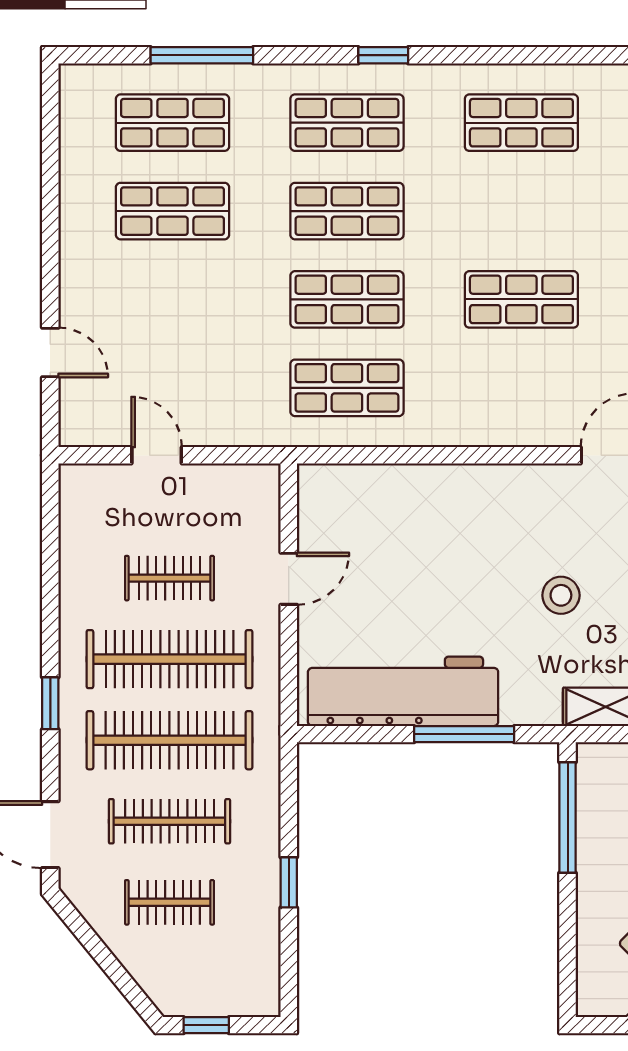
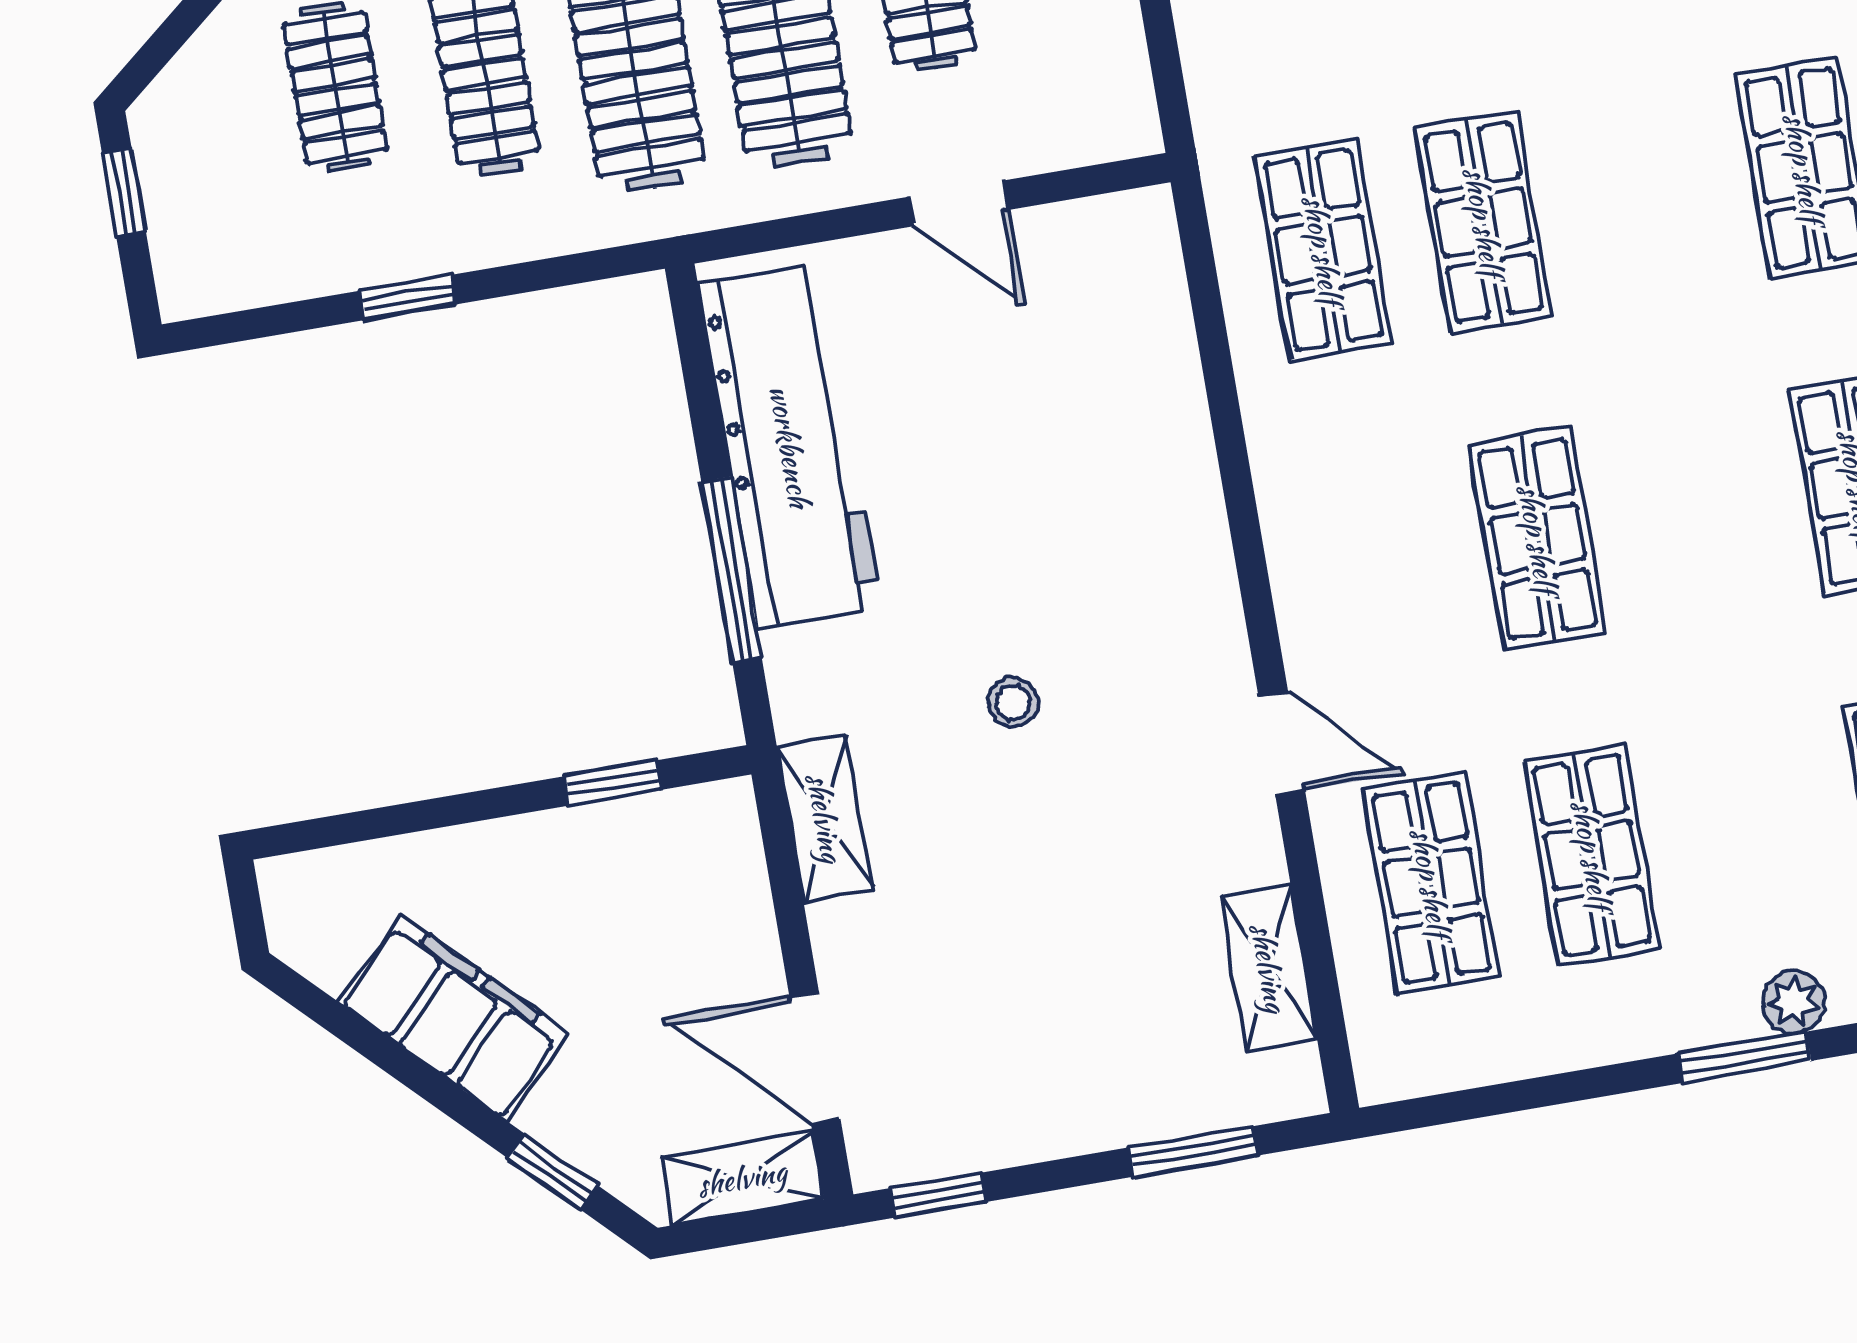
shop shelf: (347, 211) -> (1644, 195), removed
stool: (561, 595) -> (1013, 702), width x0.73, depth x0.73
window: (568, 817) -> (612, 783), width x0.46

